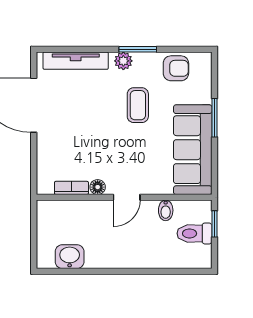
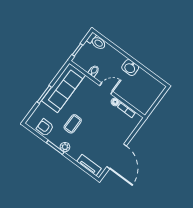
tv unit: (76, 61) -> (89, 165), width x0.71
toilet: (194, 233) -> (97, 42), moved
washbasin: (70, 257) -> (130, 68), moved

